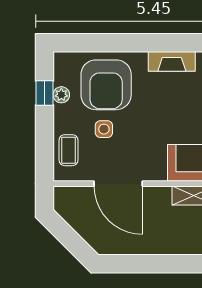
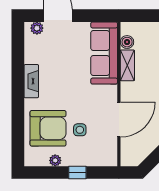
window: (44, 93) -> (77, 172), moved
coffee table: (68, 150) -> (95, 155), removed

